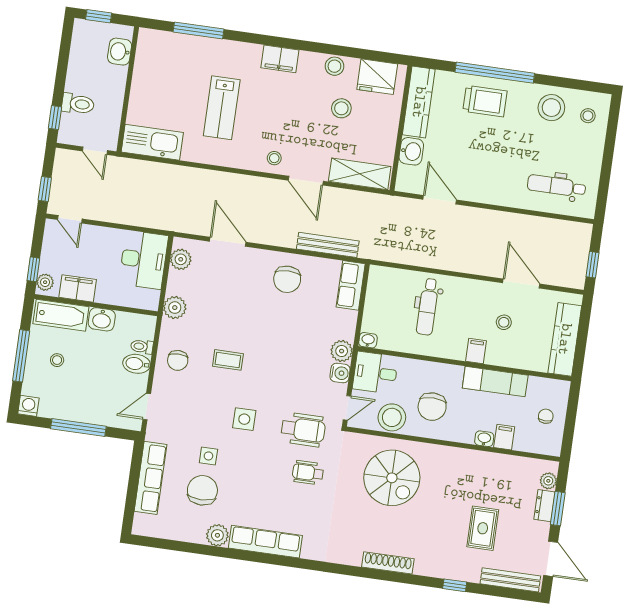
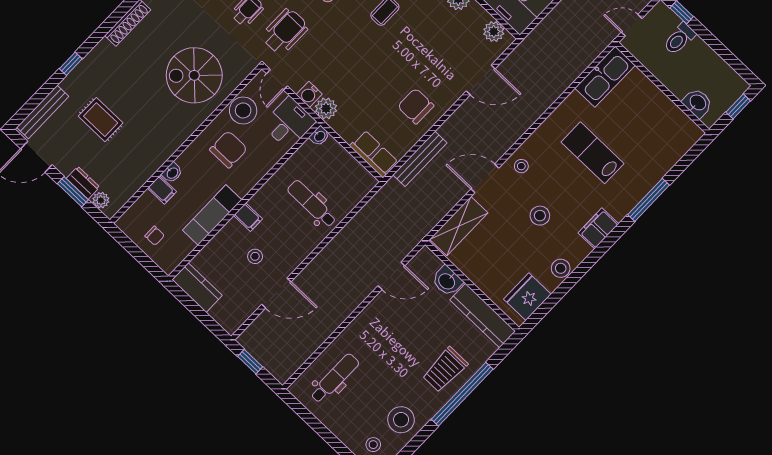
window: (199, 31) -> (649, 200), moved
stool: (341, 108) -> (540, 216), moved
kitchen counter: (565, 339) -> (197, 288), width x0.67
chair: (432, 407) -> (228, 149), turned 90
wheelchair: (303, 430) -> (285, 32), turned 180

